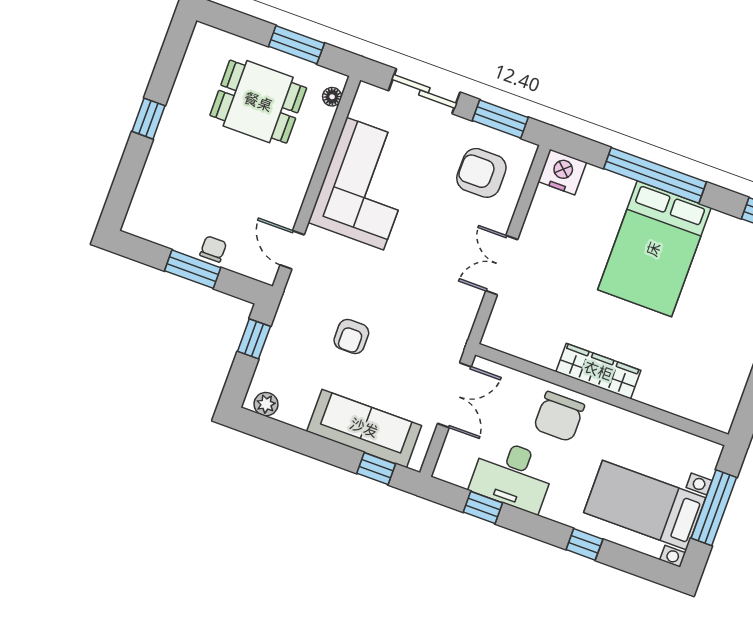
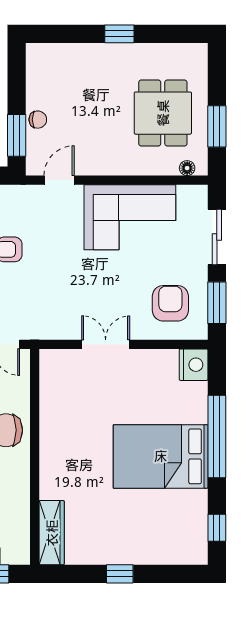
window: (193, 269) -> (17, 135), moved
wardrobe: (598, 371) -> (52, 533), moved

